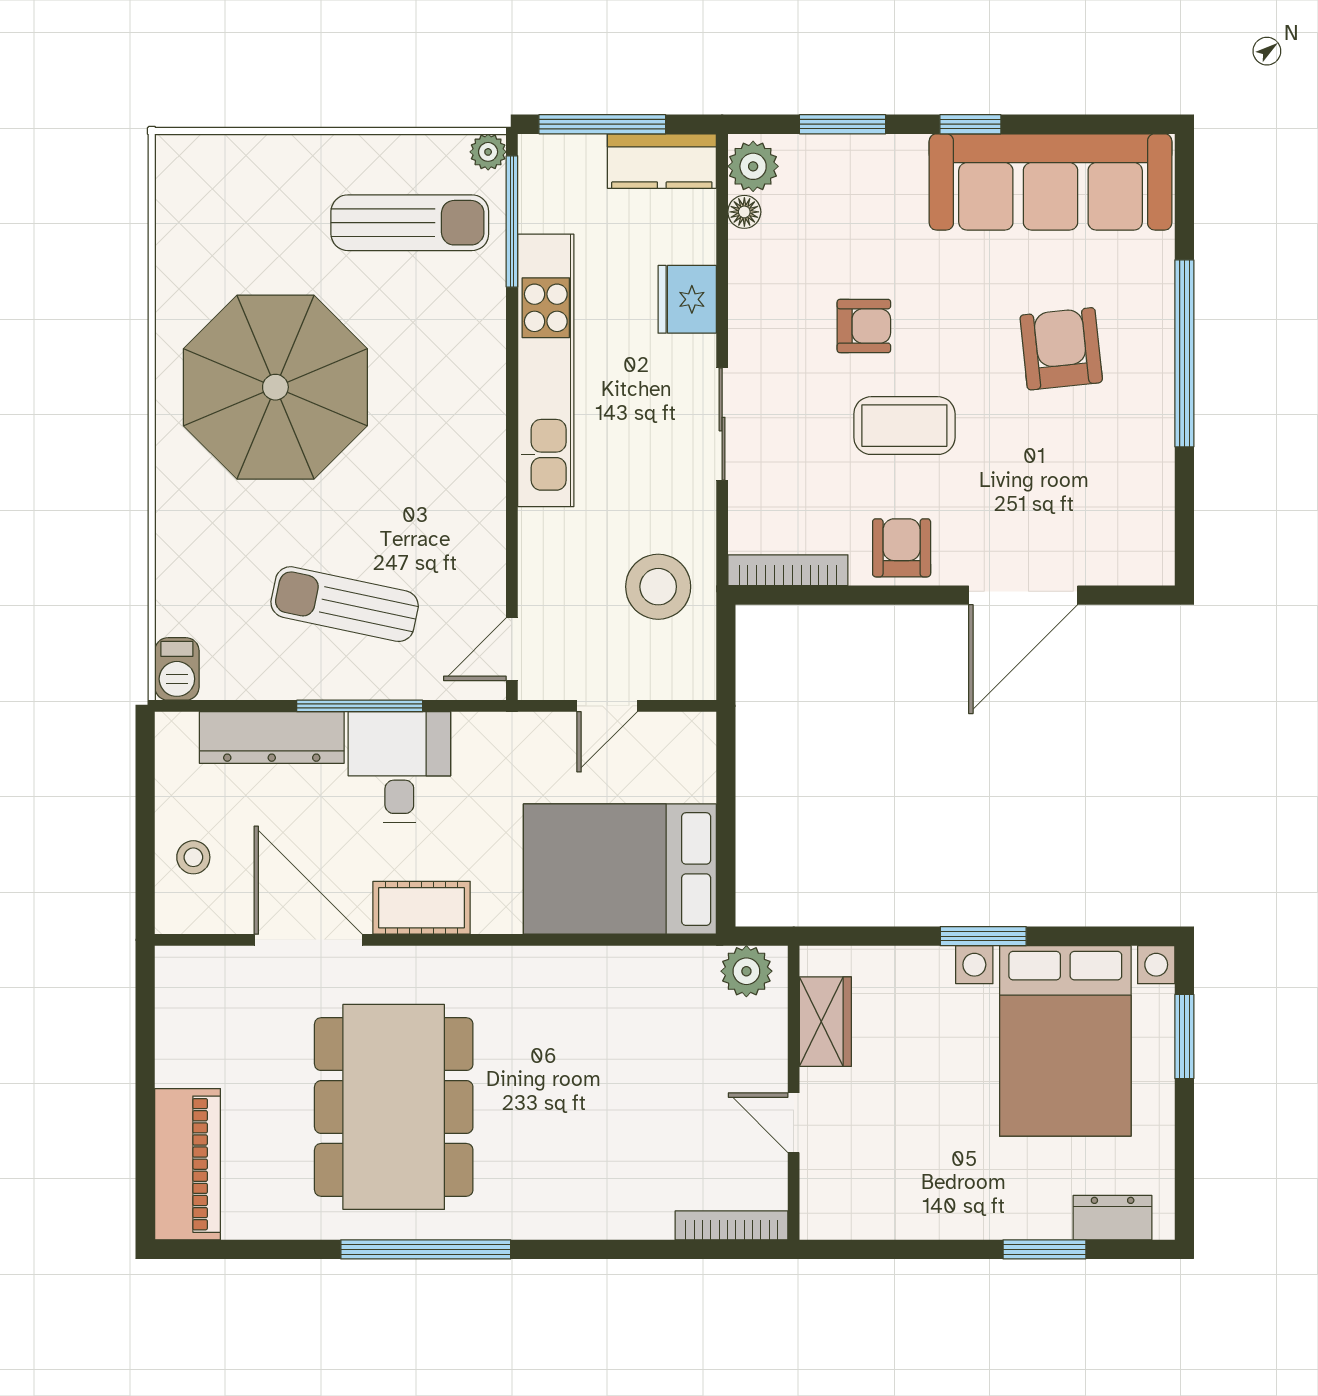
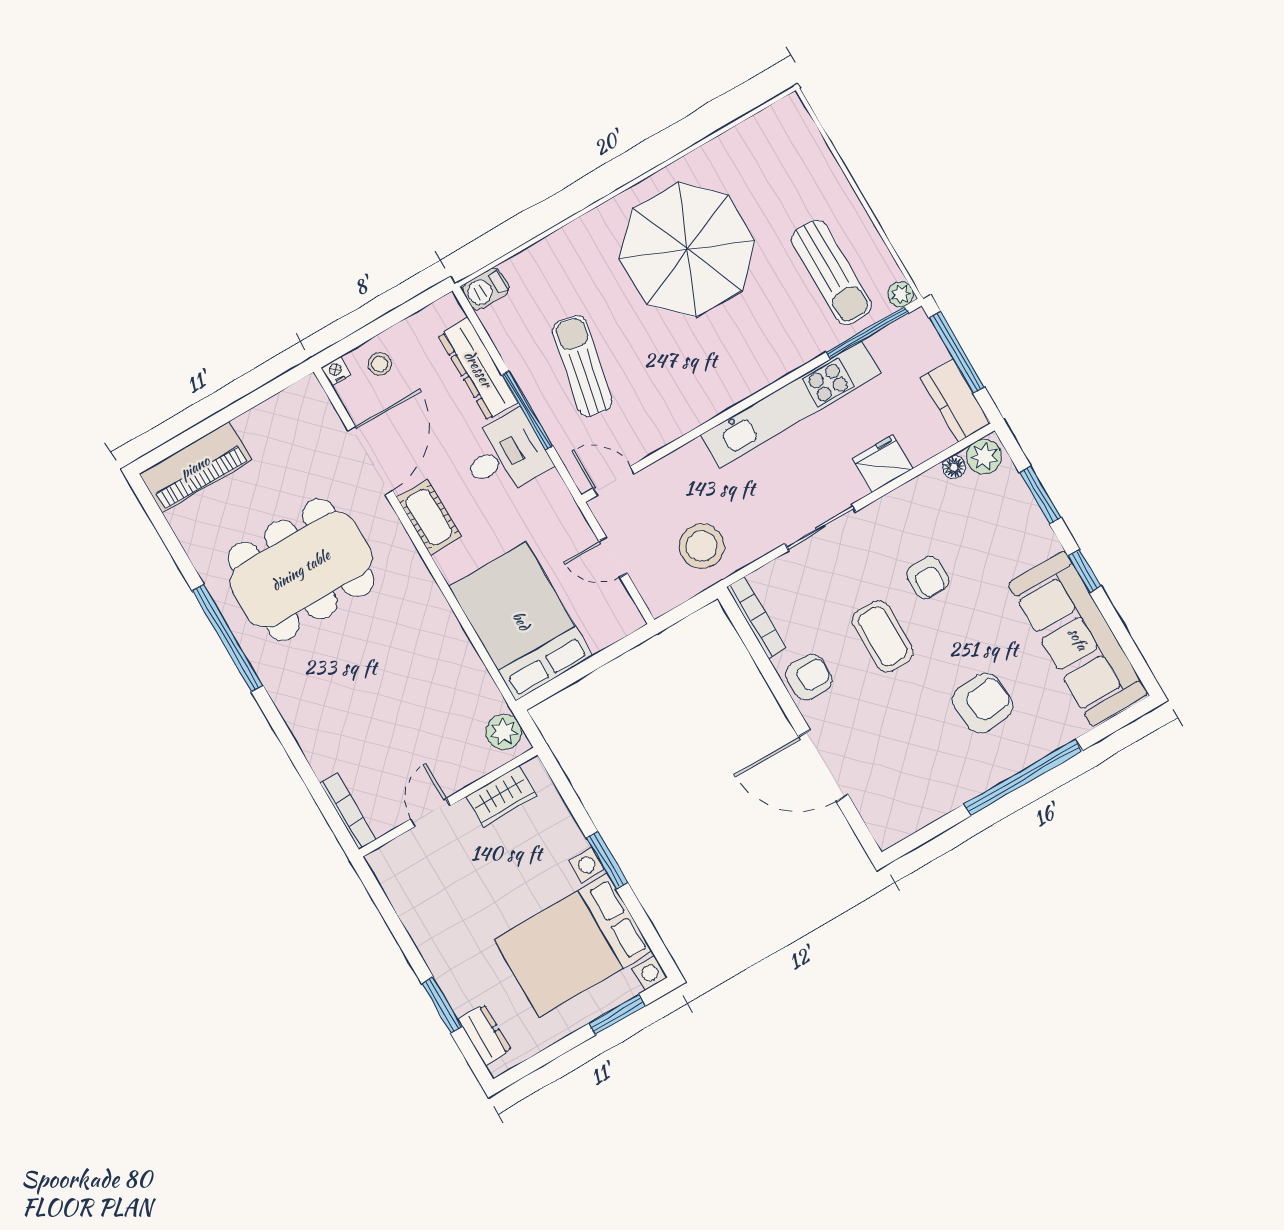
nightstand: (171, 917) -> (336, 371), added

